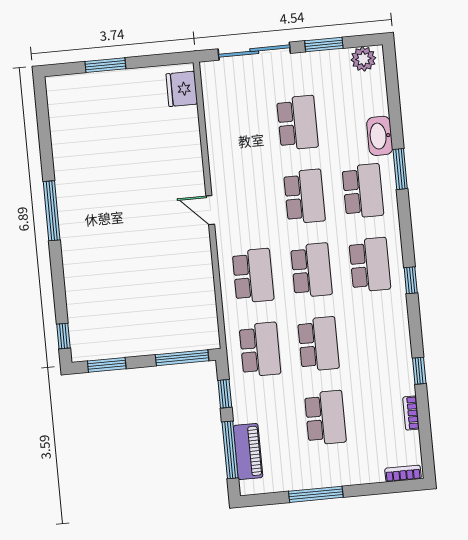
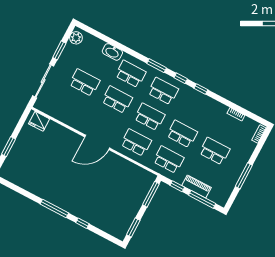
window: (400, 169) -> (157, 66), moved
door: (210, 210) -> (97, 142), width x1.88
window: (63, 336) -> (82, 223), moved
window: (419, 371) -> (201, 89), moved
piano: (248, 452) -> (196, 187), moved

